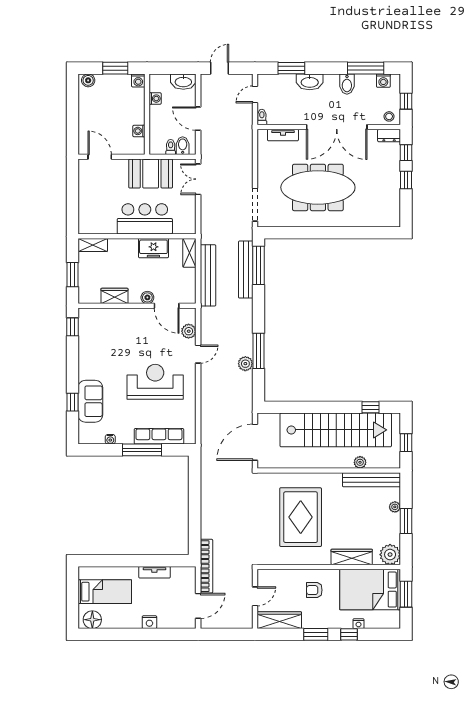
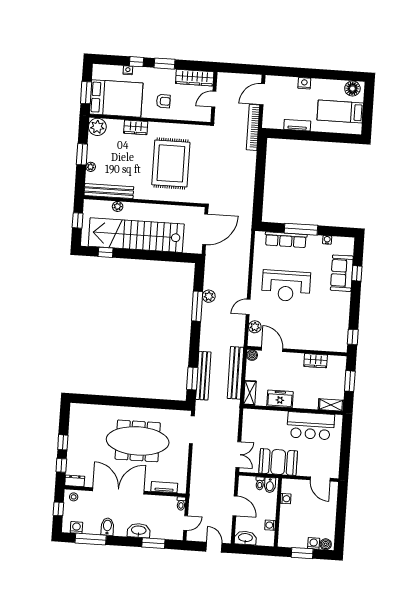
door: (220, 68) -> (214, 547), swing flipped
washing machine: (138, 80) -> (314, 543), moved
bidet: (183, 146) -> (270, 485), moved
bar counter: (145, 219) -> (311, 426), moved
window: (258, 265) -> (192, 379), width x0.69
boiler: (147, 297) -> (252, 355), moved
wardrobe: (352, 557) -> (136, 127), width x0.67

